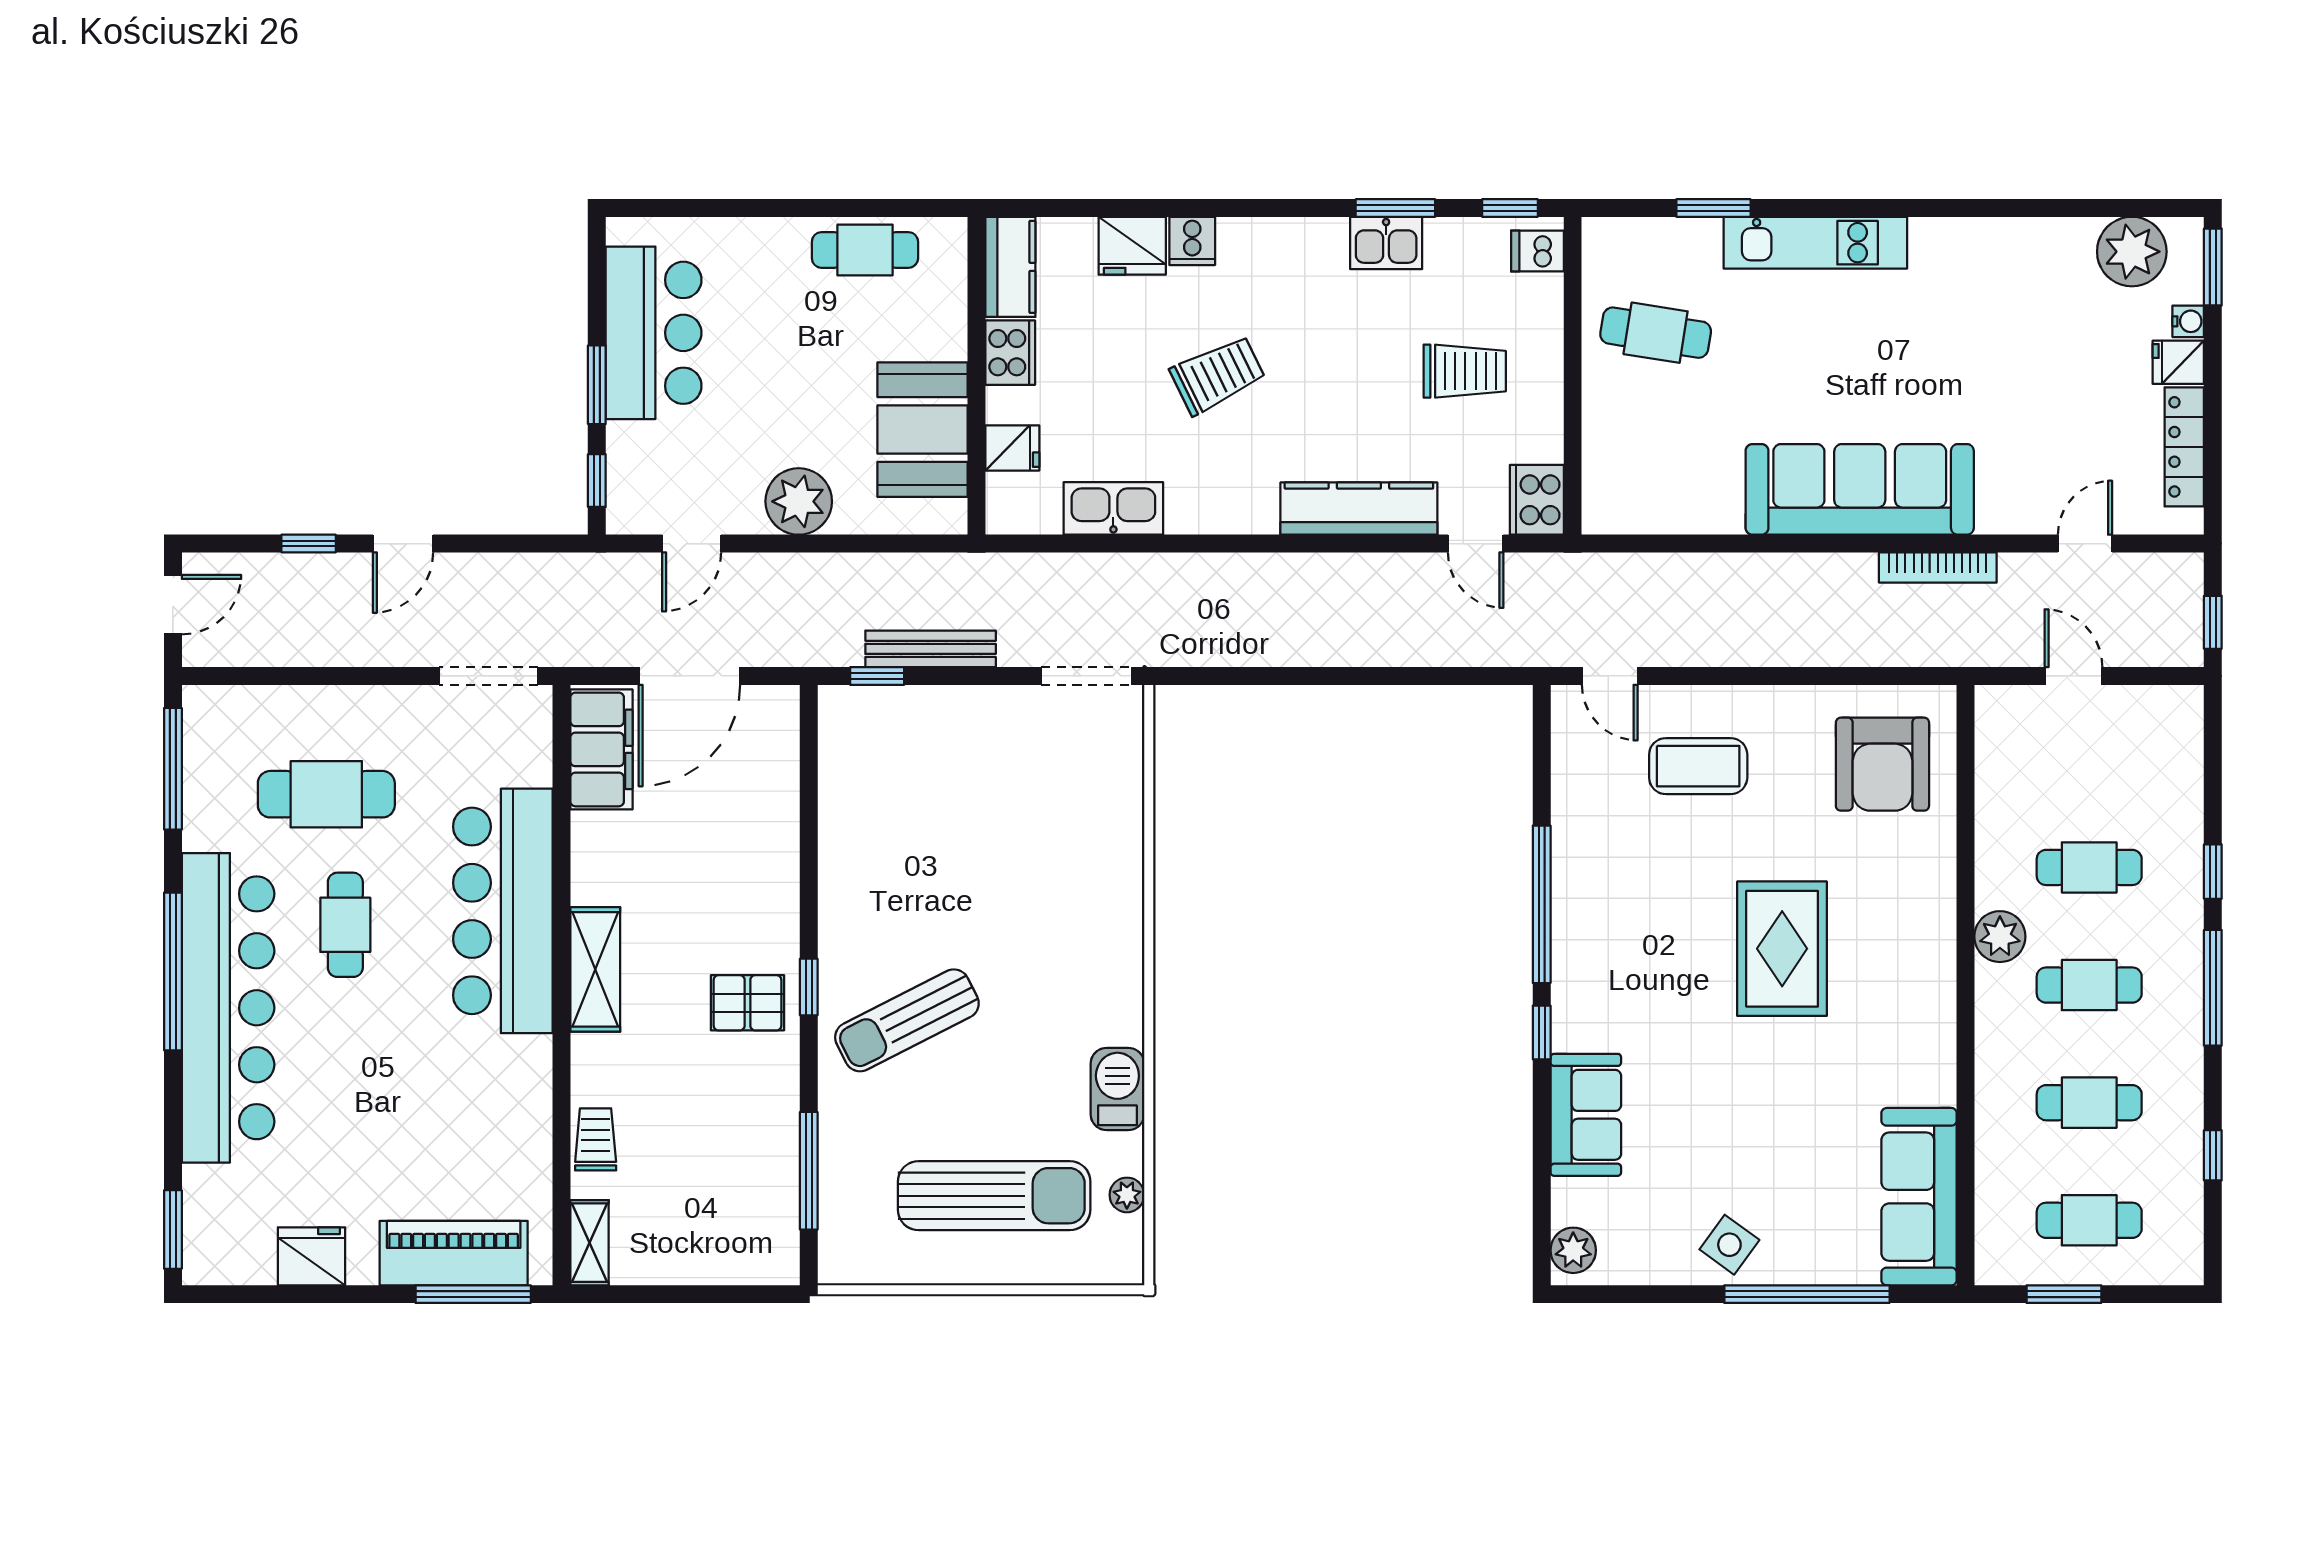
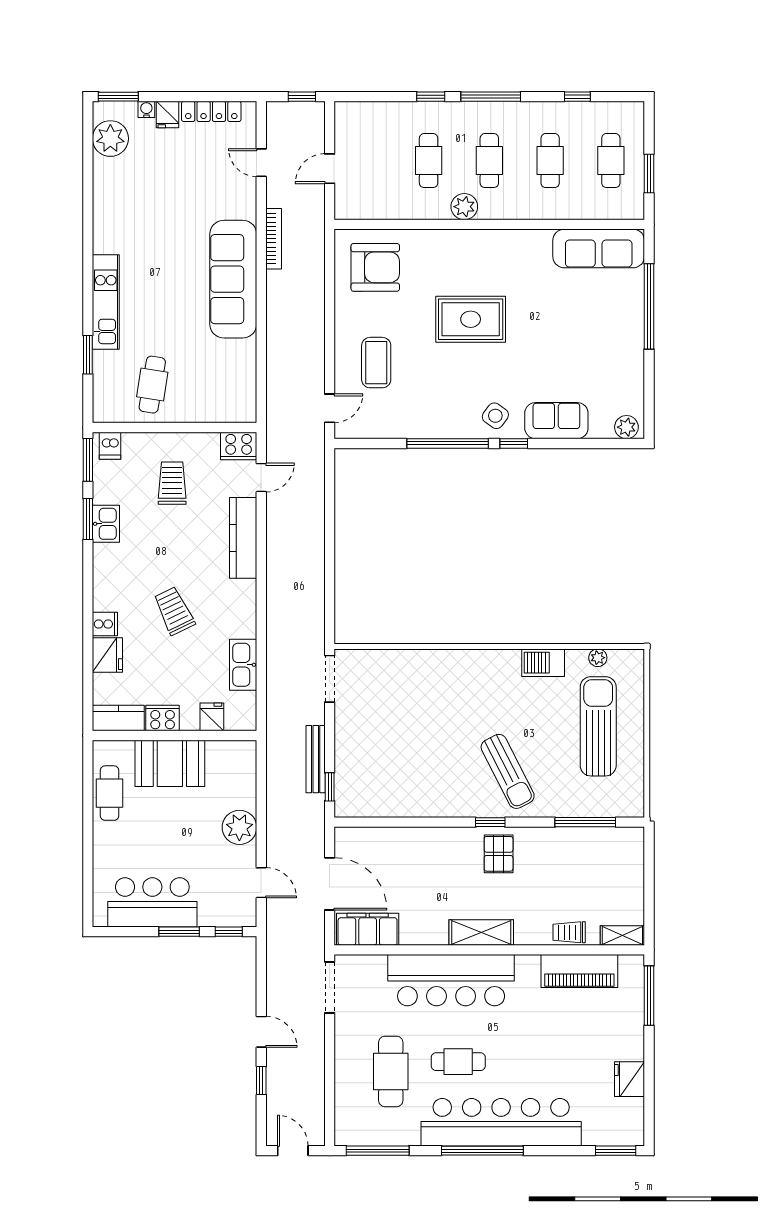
window: (1510, 208) -> (88, 460), width x1.50
booth: (923, 430) -> (170, 763), moved
side table: (1729, 1245) -> (495, 416), moved
piano: (454, 1253) -> (579, 971), moved, turned -90

